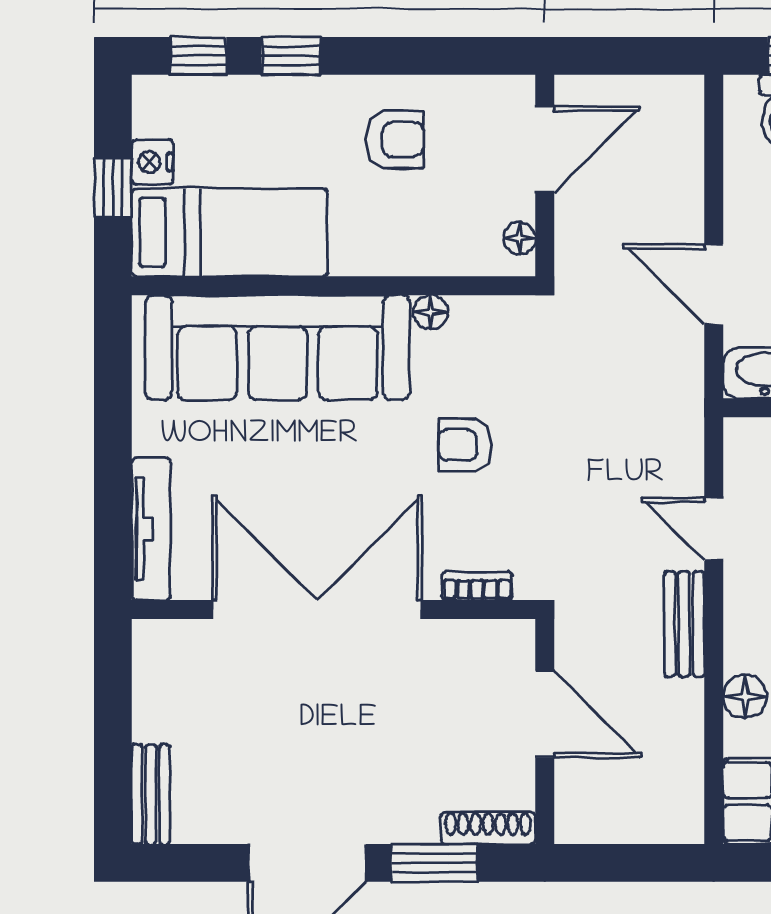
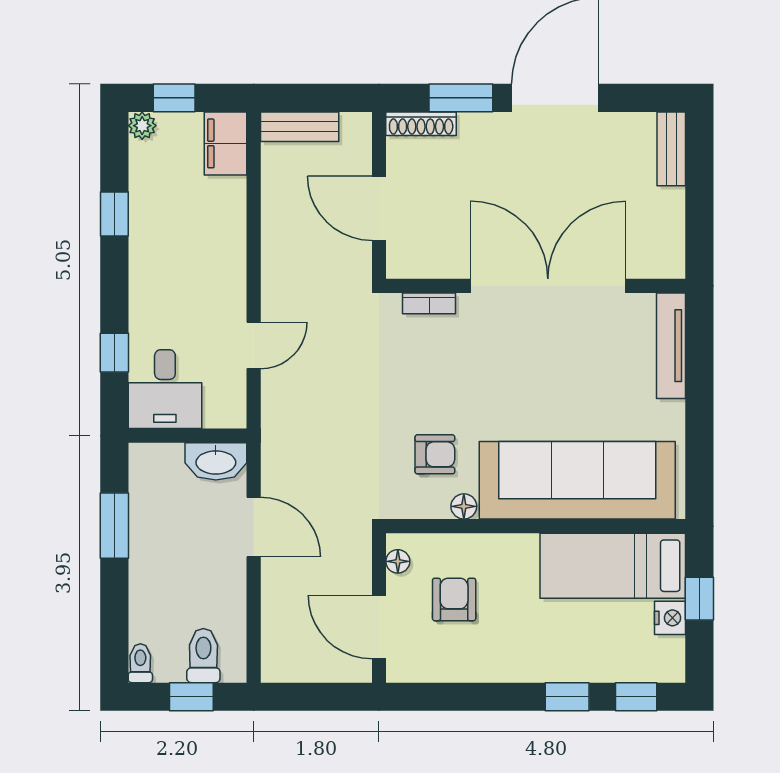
armchair: (395, 139) -> (454, 599), moved, turned 90
door: (545, 150) -> (379, 627), hinge flipped
armchair: (465, 445) -> (435, 454), moved
door: (714, 529) -> (254, 345), hinge flipped
double door: (317, 610) -> (548, 286), swing flipped
bench: (684, 624) -> (300, 127), moved, turned 90
floor lamp: (745, 696) -> (230, 221), removed

